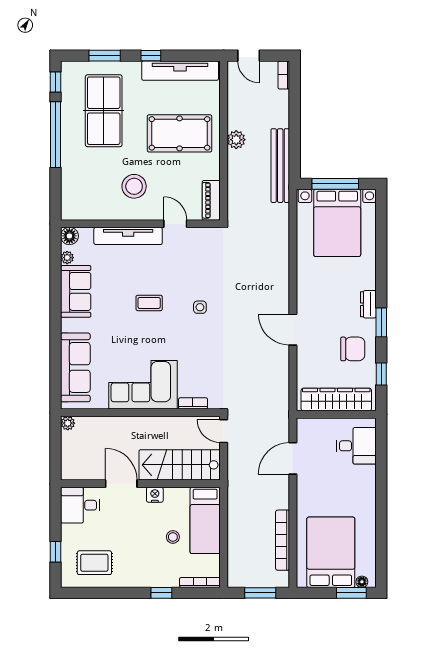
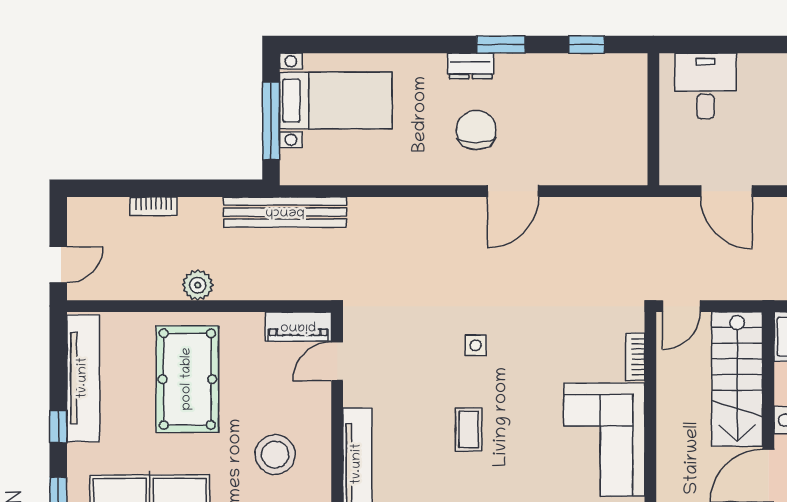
bookcase: (284, 75) -> (153, 206), moved
bench: (280, 166) -> (285, 212), moved
bed with nightstands: (337, 223) -> (336, 100), width x0.73
door: (175, 224) -> (337, 361), moved
chair: (353, 349) -> (476, 130), moved
wardrobe: (336, 400) -> (629, 119), removed

